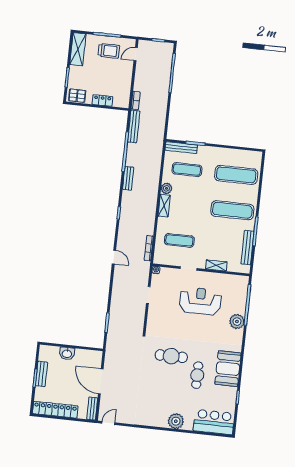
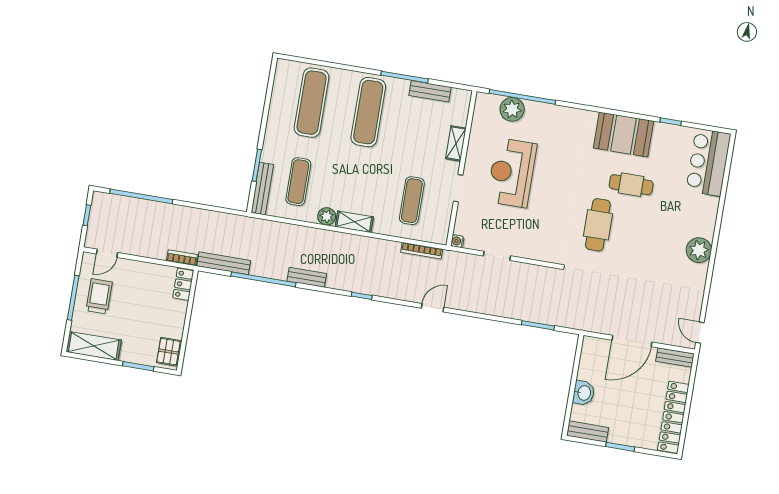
door: (136, 54) -> (107, 253), hinge flipped
locker: (102, 100) -> (183, 284), moved
bench: (248, 248) -> (430, 91), width x0.73
plant: (237, 322) -> (512, 109), moved
bench: (41, 374) -> (588, 432), moved
plant: (176, 421) -> (699, 250), moved

